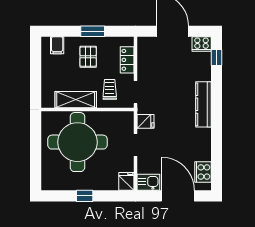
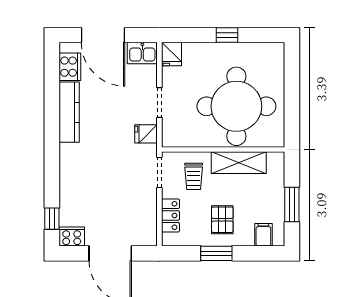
window: (36, 68) -> (292, 205), added
kitchen counter: (203, 104) -> (69, 112), moved

